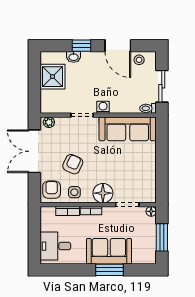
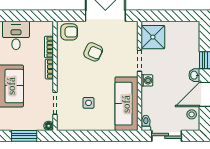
washbasin: (74, 57) -> (194, 75), moved
shower: (52, 77) -> (153, 37), moved
plant: (49, 122) -> (133, 29), removed
side table: (74, 192) -> (89, 103), moved
floor lamp: (103, 193) -> (66, 80), removed

